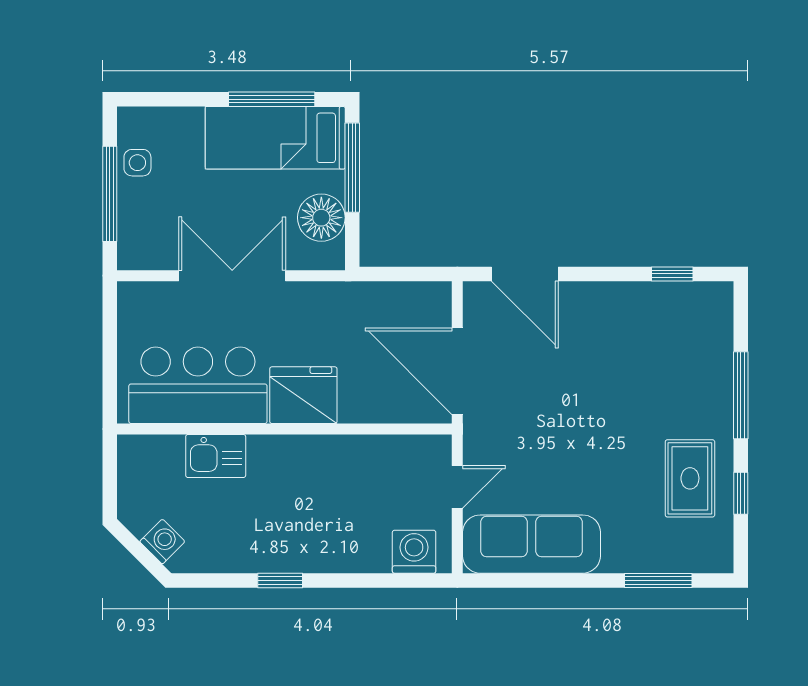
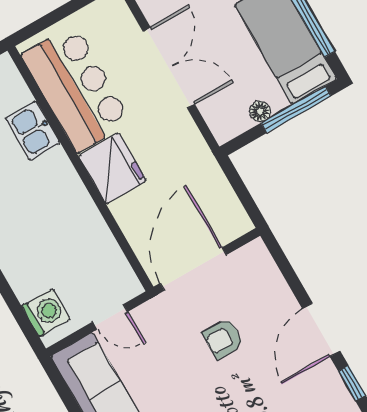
floor lamp: (321, 218) -> (260, 111), width x0.53, depth x0.53
door: (525, 274) -> (321, 330), moved
armchair: (548, 382) -> (223, 338), added

